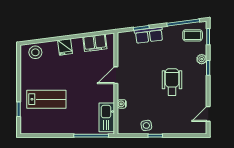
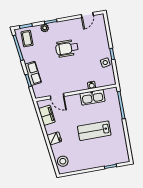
door: (116, 75) -> (57, 96), moved
lab bench: (46, 99) -> (94, 131), moved, turned -90
door: (208, 114) -> (87, 15), hinge flipped
kitchen sink: (107, 117) -> (92, 97), moved

